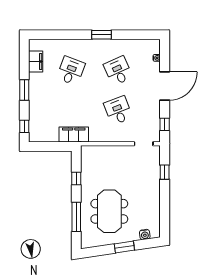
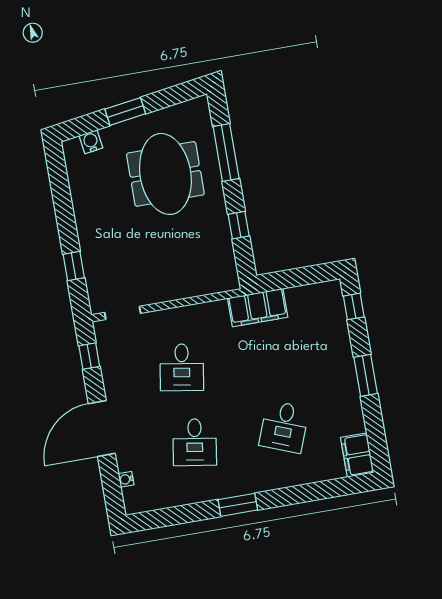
filing cabinet: (36, 62) -> (357, 455), moved
desk: (118, 71) -> (195, 442), turned 33
desk: (118, 110) -> (182, 367), turned 30

